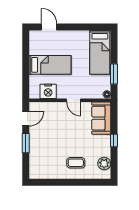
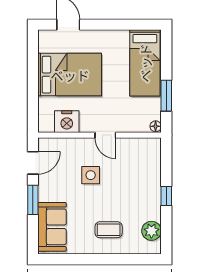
bed: (50, 65) -> (70, 75), width x1.50
sofa: (101, 118) -> (52, 227), moved, turned 180
side table: (64, 127) -> (91, 175), added

